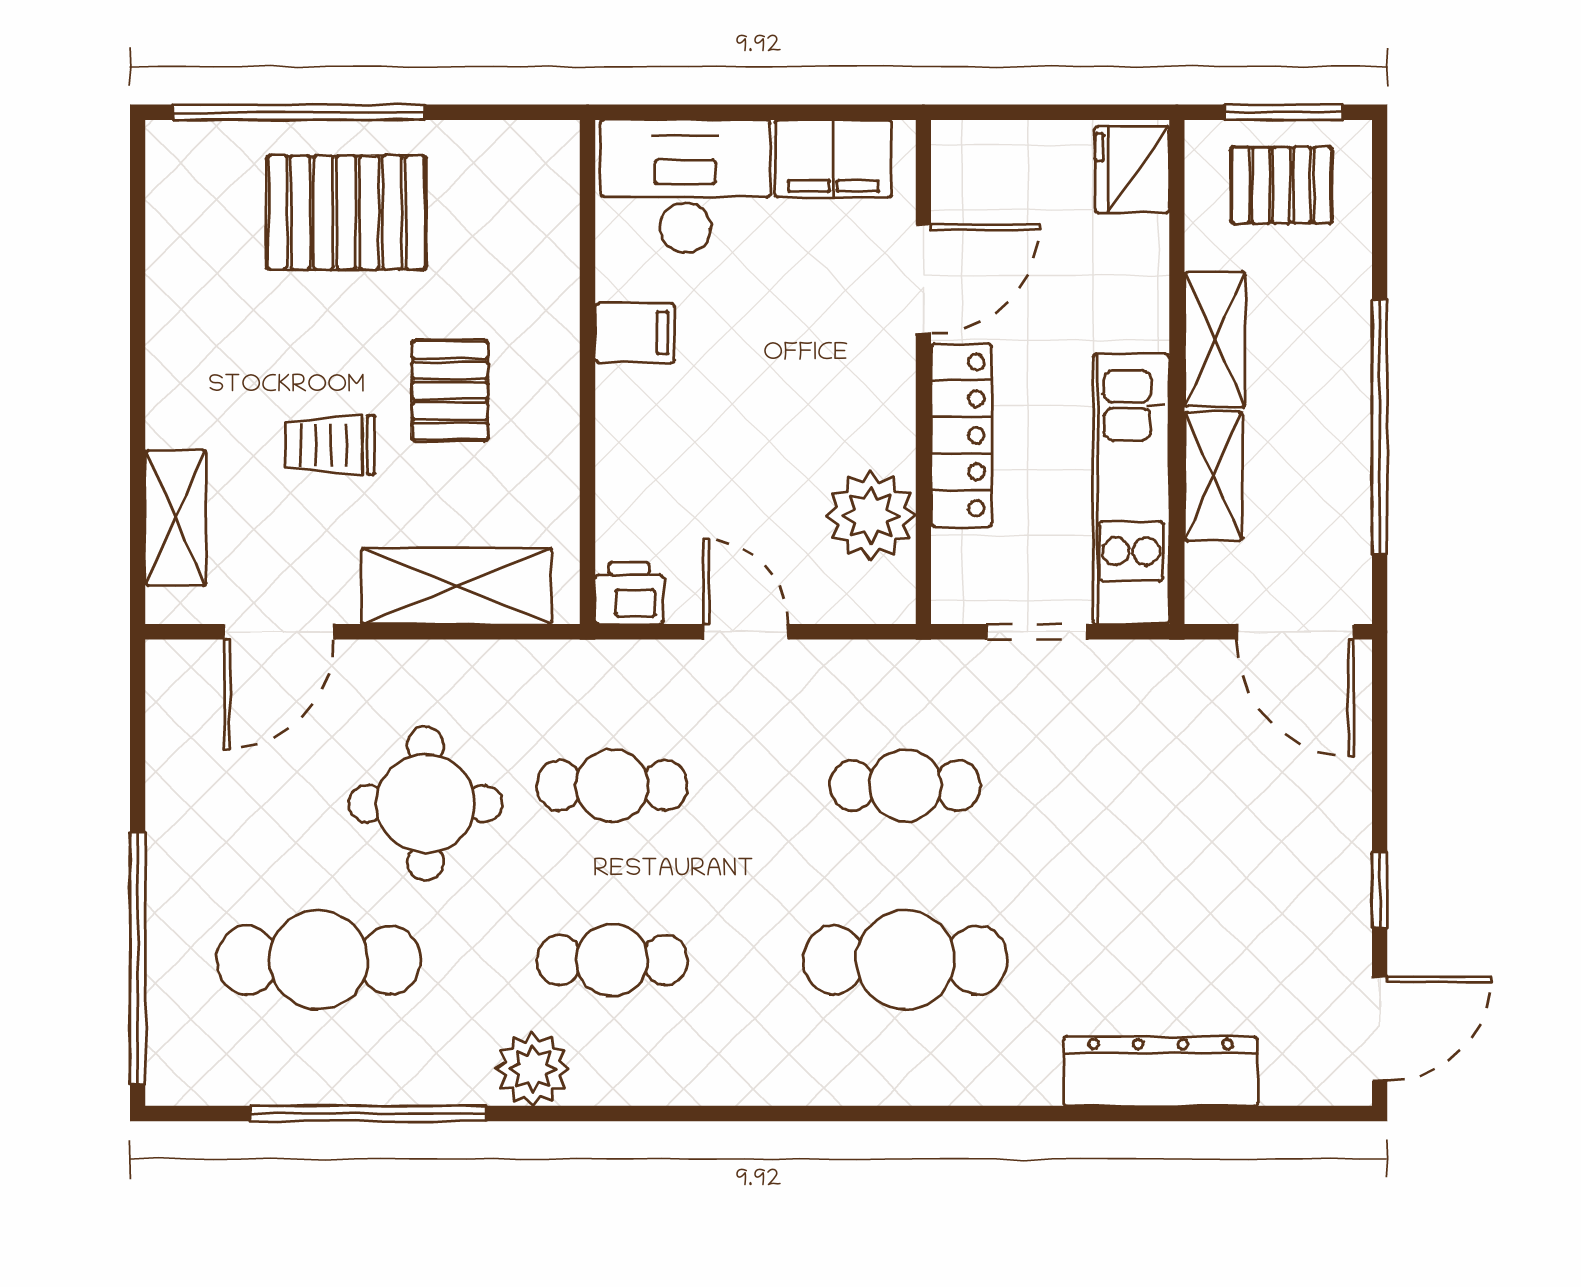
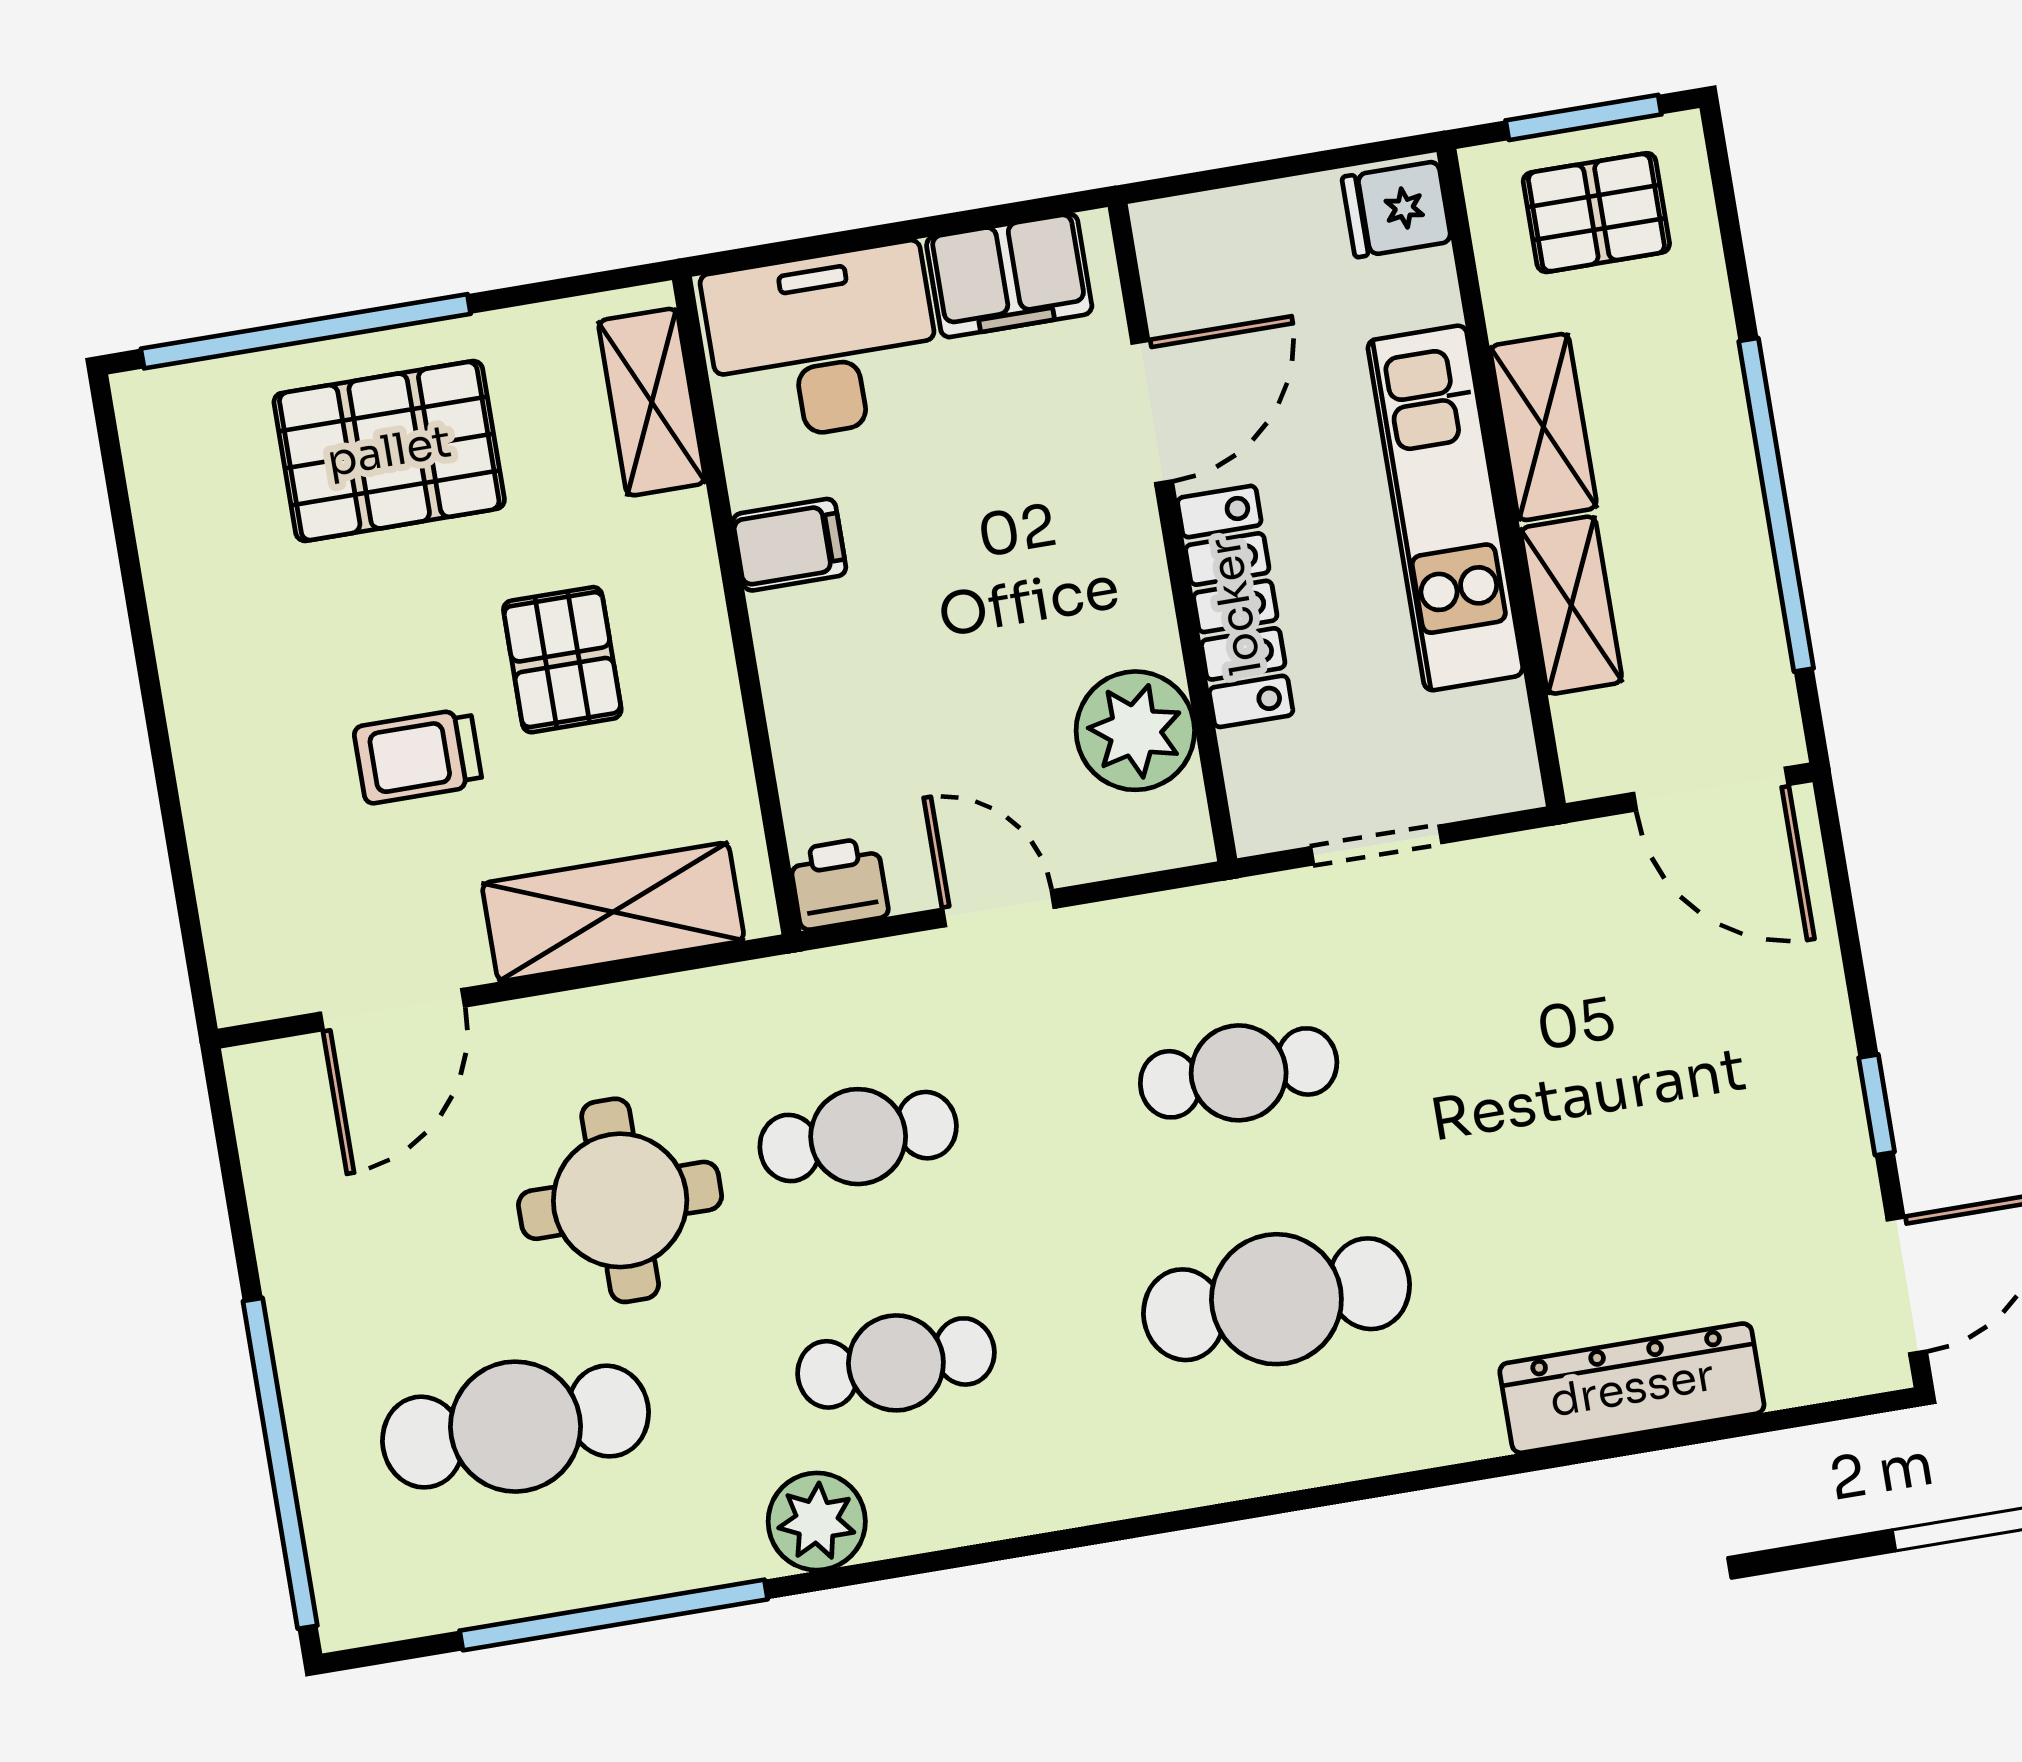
fridge: (1132, 170) -> (1397, 209), width x0.72
kitchen unit: (1131, 489) -> (1445, 508), moved
shelving: (176, 518) -> (652, 402), moved

